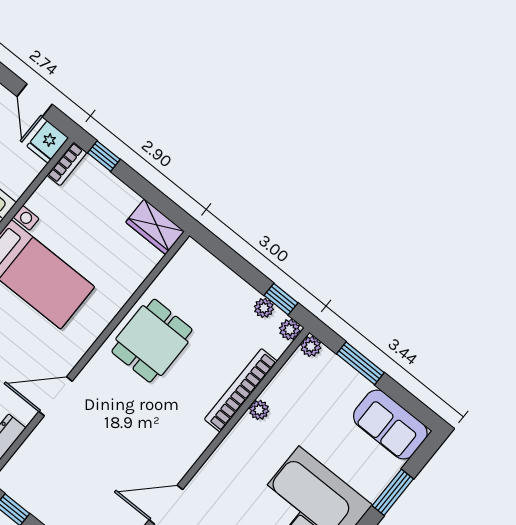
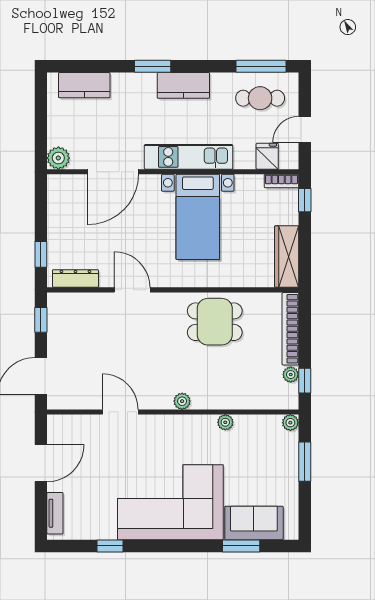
fridge: (48, 142) -> (267, 156), moved, turned 90
wardrobe: (155, 227) -> (287, 257), width x1.50
plant: (290, 330) -> (182, 401), moved
bookcase: (241, 390) -> (290, 329), moved, turned -90
sofa: (390, 425) -> (254, 523), moved, turned 90

